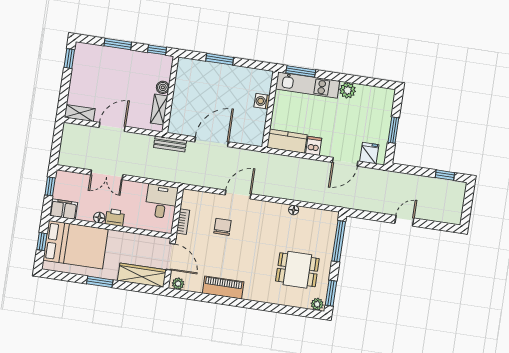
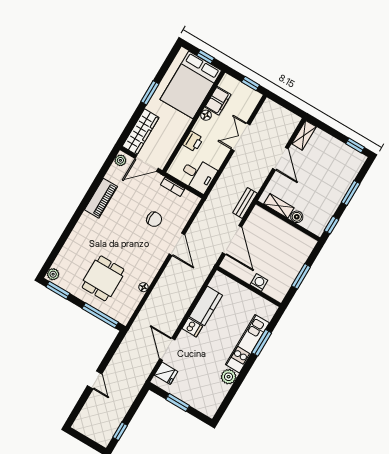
washing machine: (262, 101) -> (259, 282), moved
wall: (270, 109) -> (249, 287), moved
filing cabinet: (64, 209) -> (218, 101), moved
printer: (115, 217) -> (193, 141), moved
dining table: (297, 270) -> (103, 278), moved

